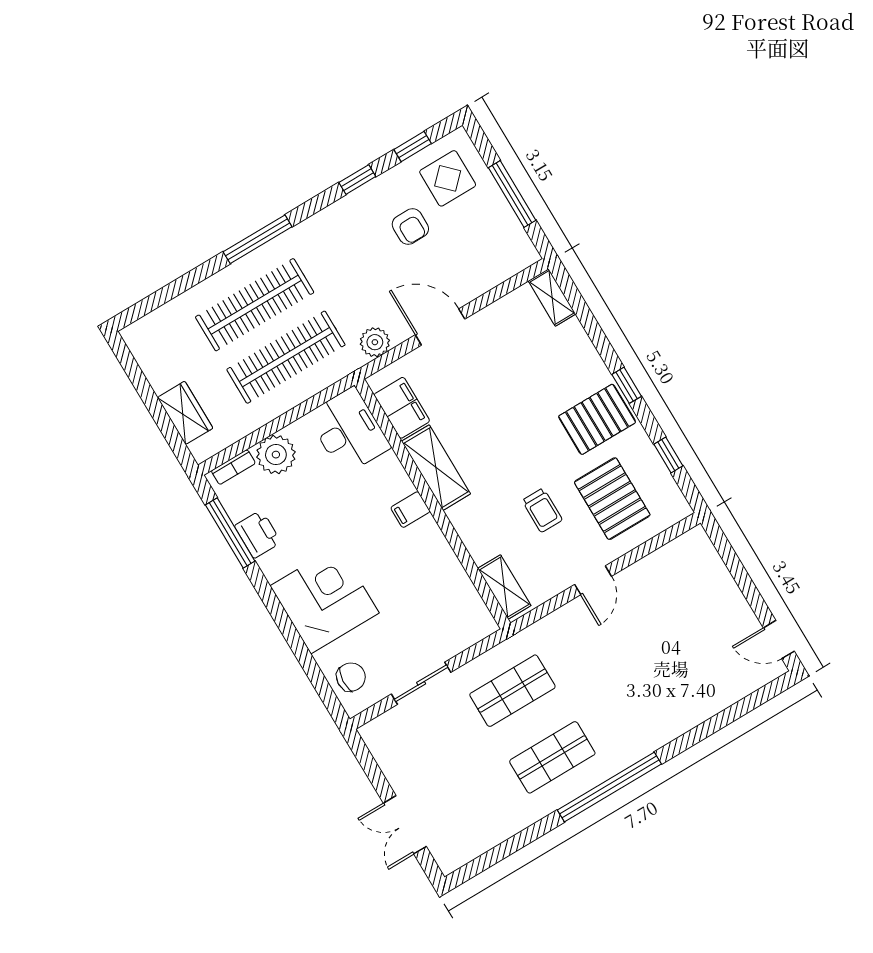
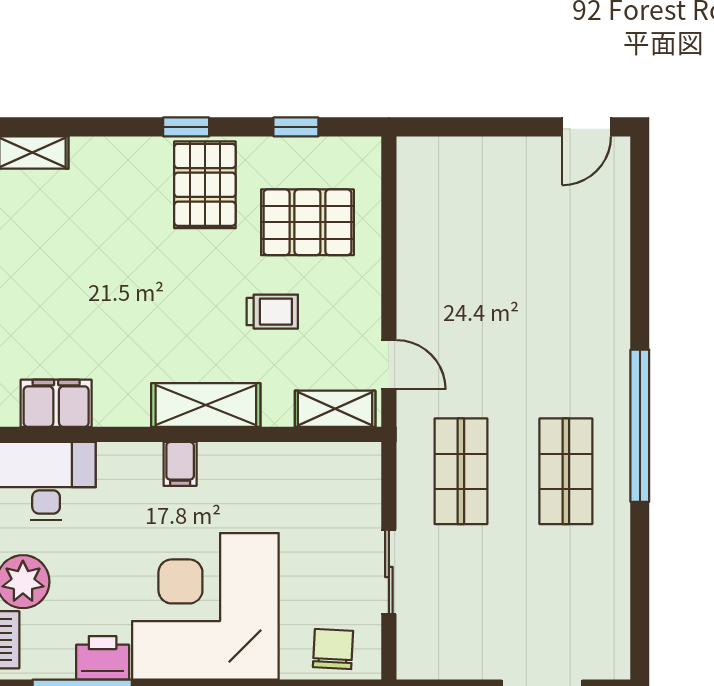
shelving: (436, 468) -> (206, 405), moved
door: (593, 580) -> (389, 365), moved
corner desk: (325, 599) -> (205, 606), width x1.36, depth x1.36

